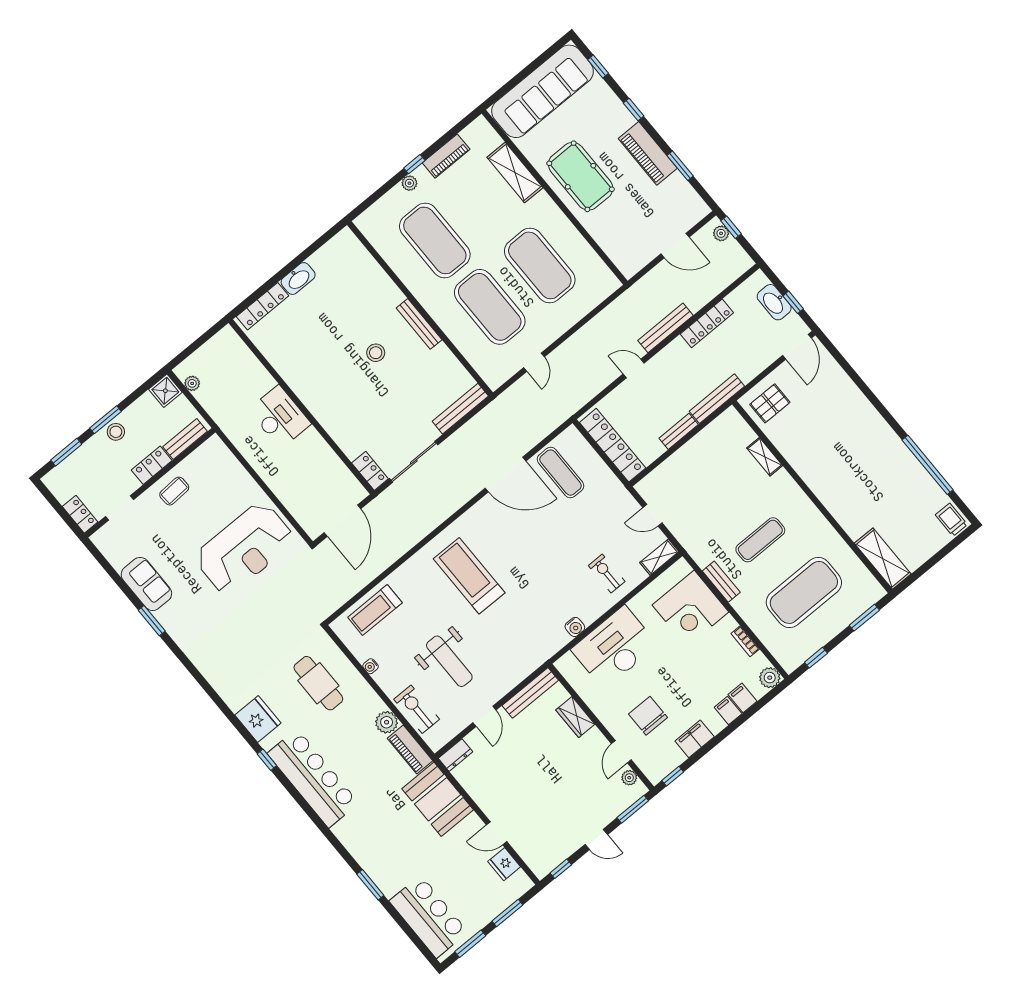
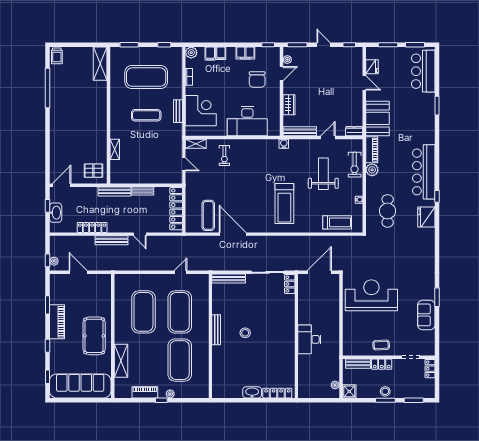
water cooler: (575, 627) -> (284, 144), moved

